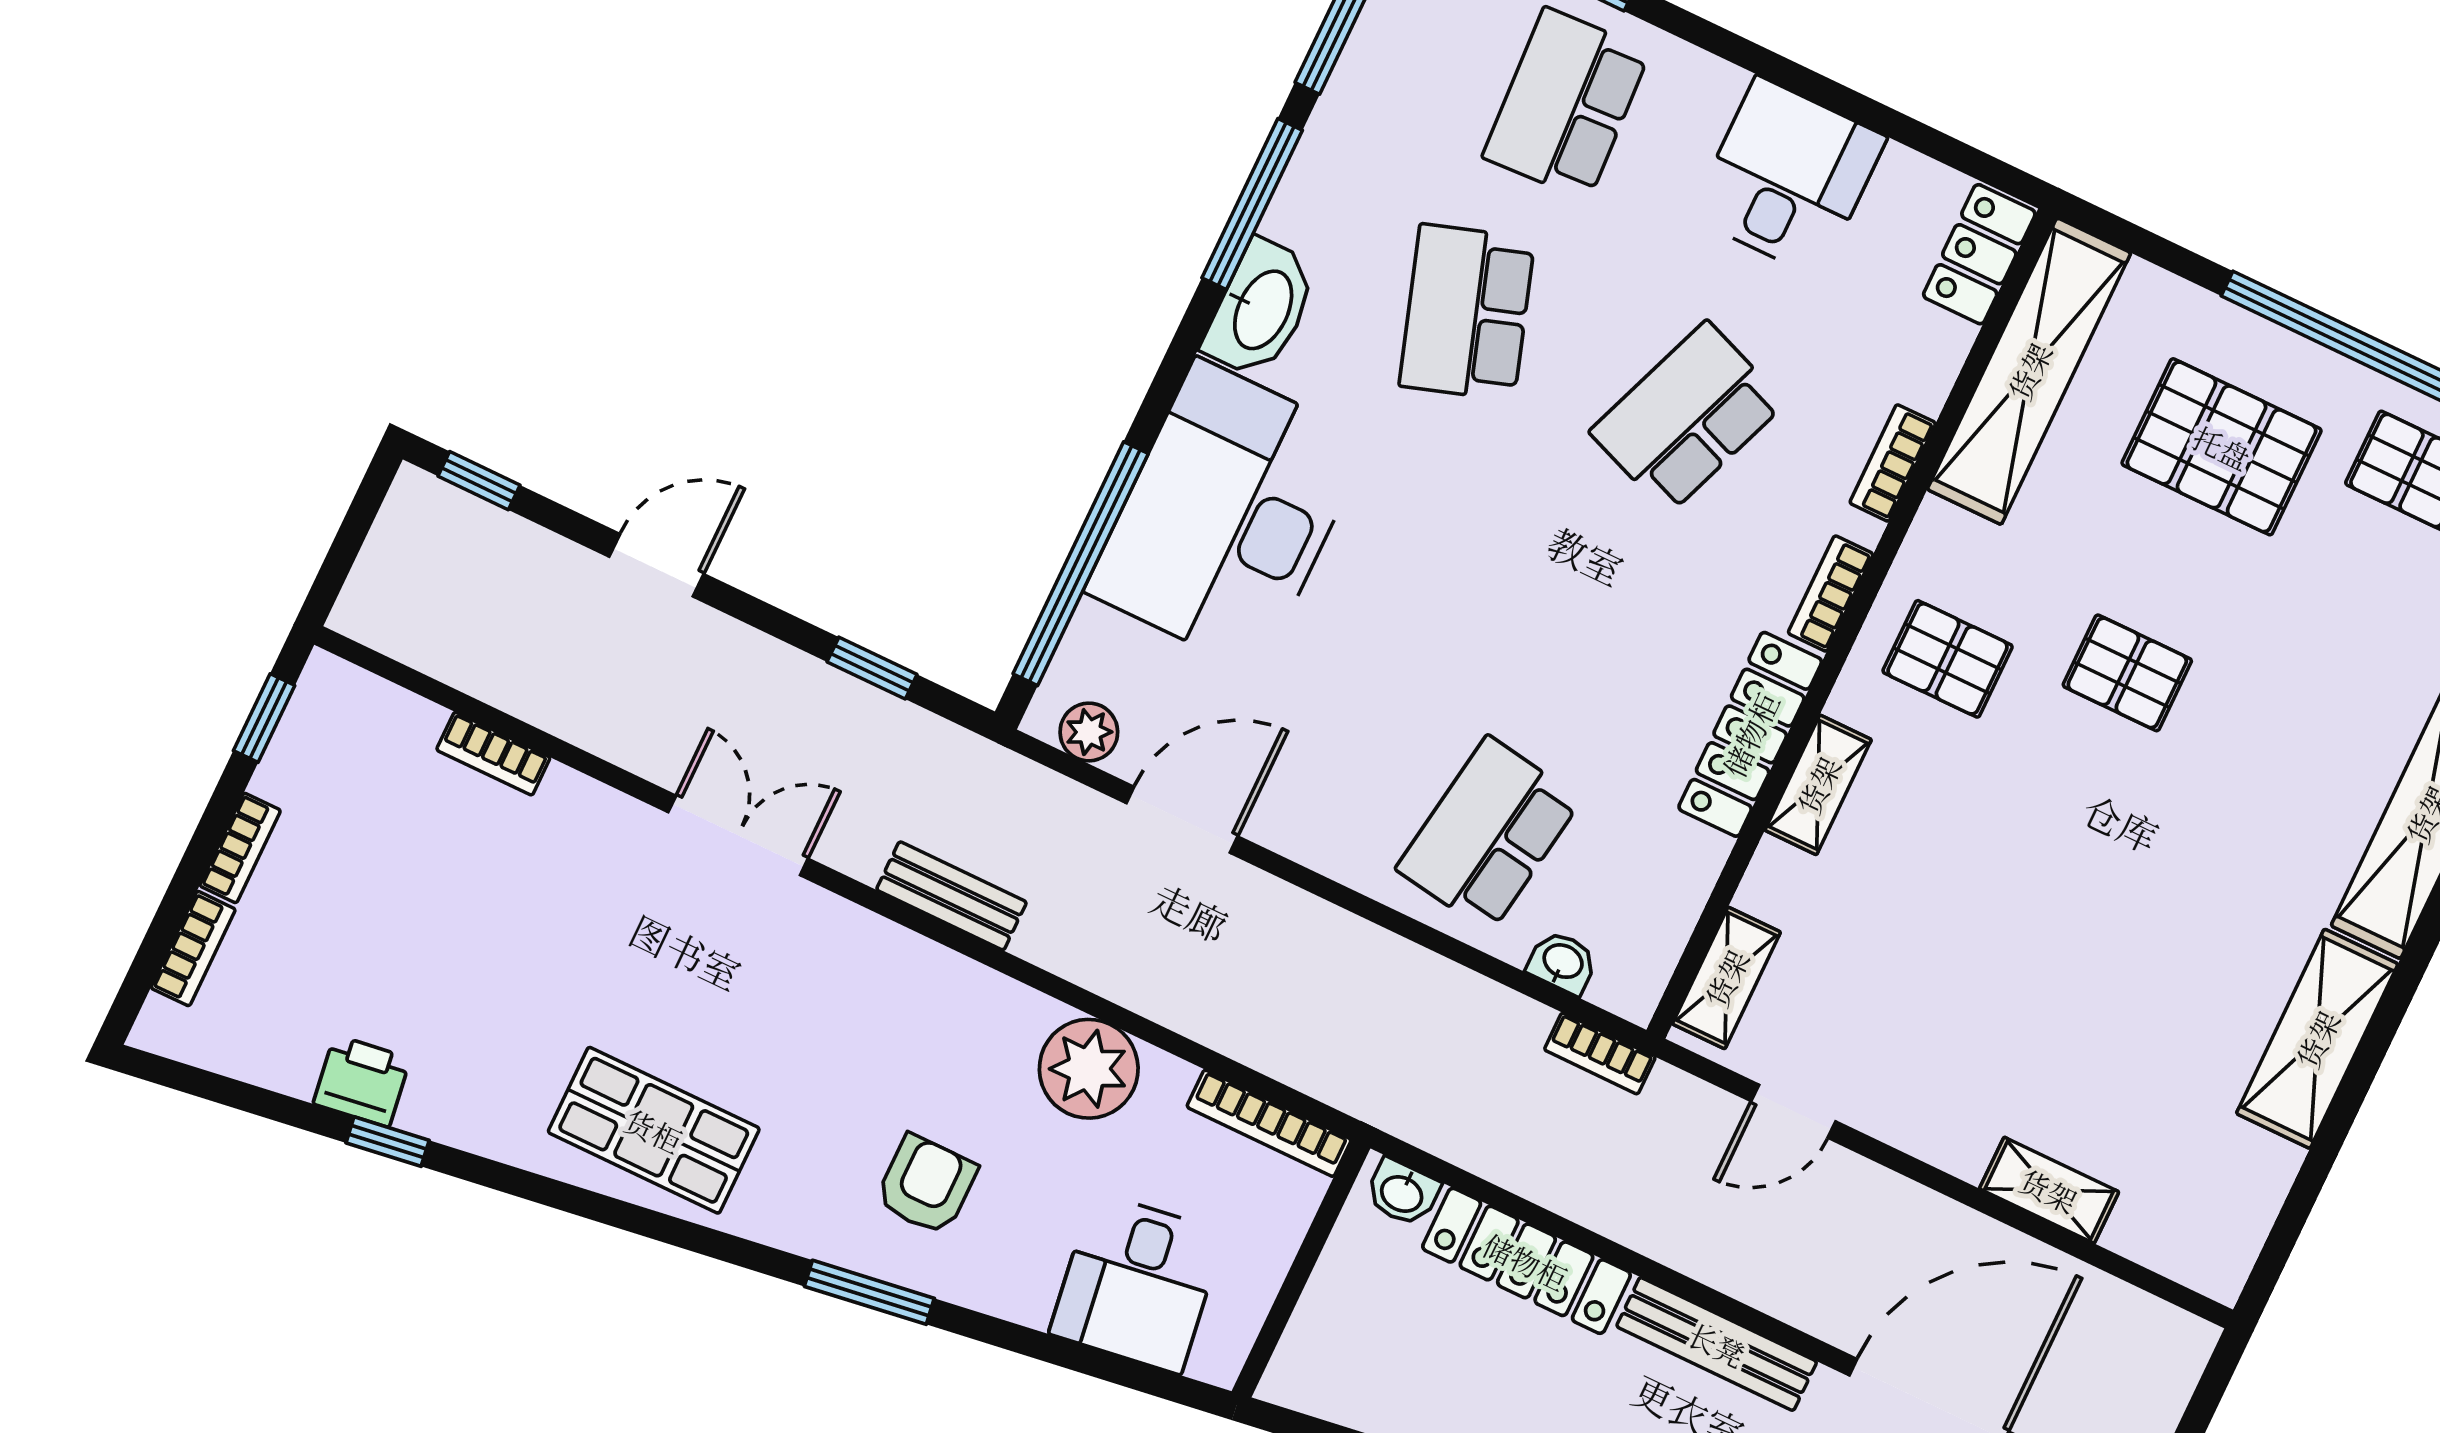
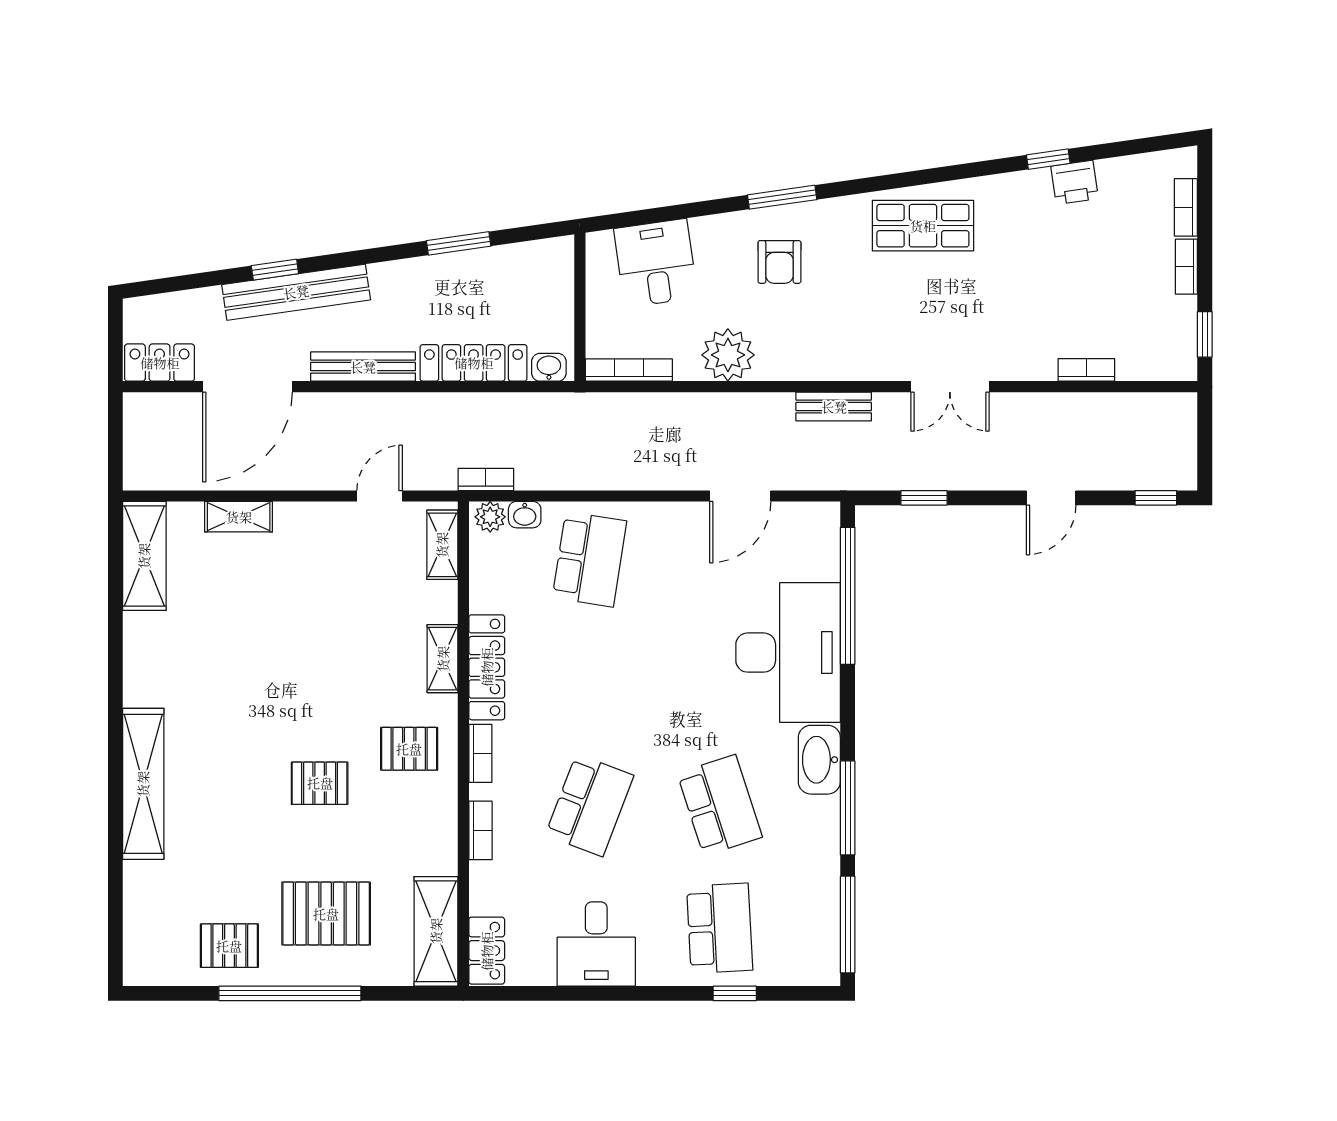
shelving: (2029, 371) -> (436, 931), width x0.68
plant: (1089, 732) -> (490, 517), moved
shelving: (2317, 1039) -> (144, 556), moved

